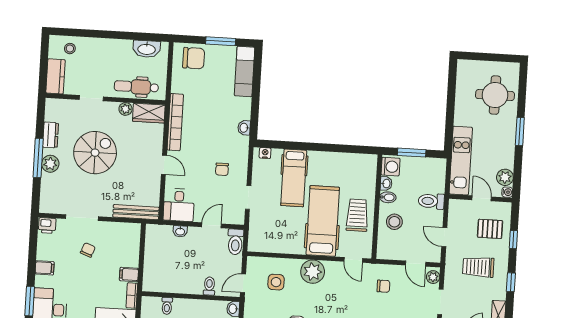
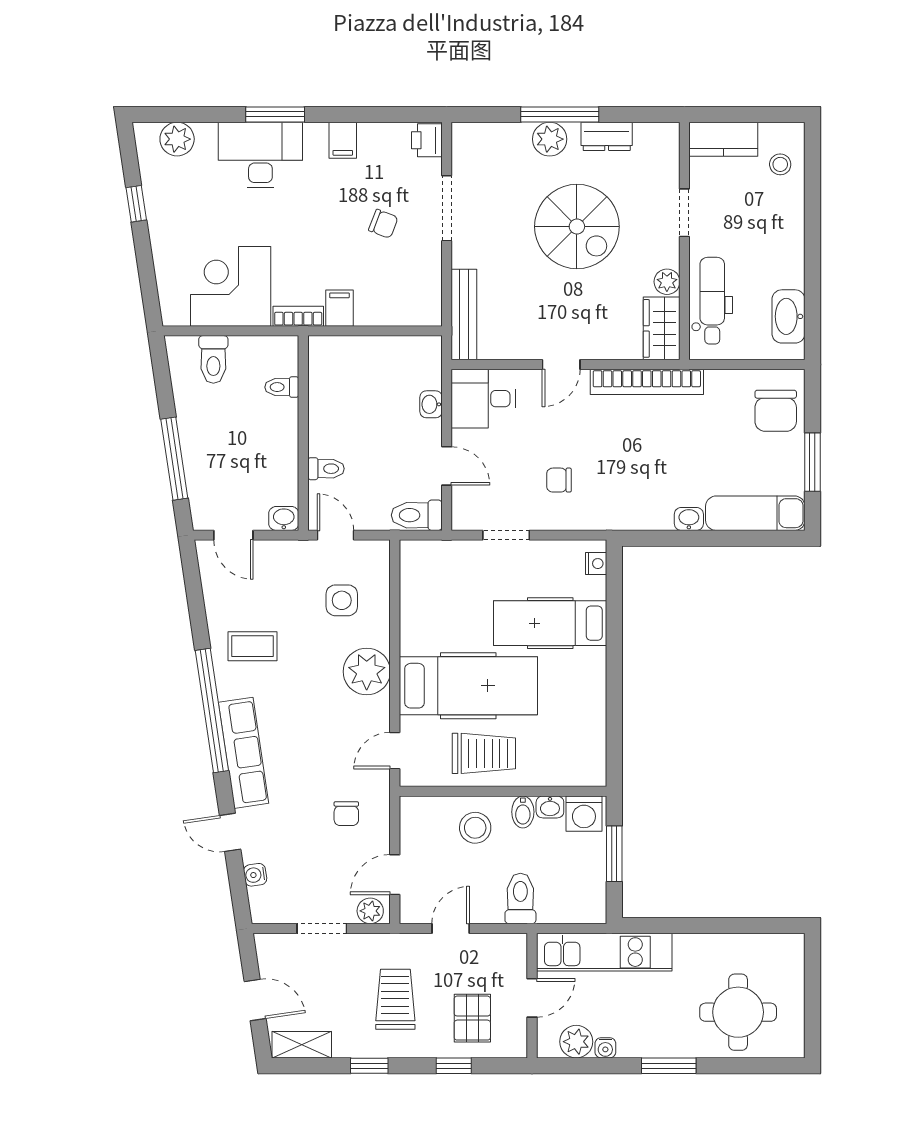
washbasin: (244, 128) -> (689, 519), moved
water cooler: (507, 192) -> (605, 1048), moved

